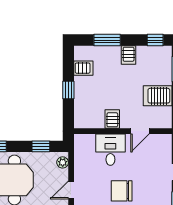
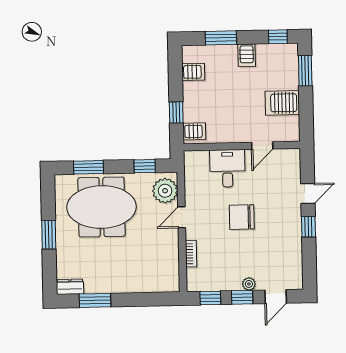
window: (68, 90) -> (176, 112), moved
server rack: (112, 119) -> (194, 131), moved, turned 90
plant: (63, 162) -> (165, 191), width x1.87, depth x1.87

